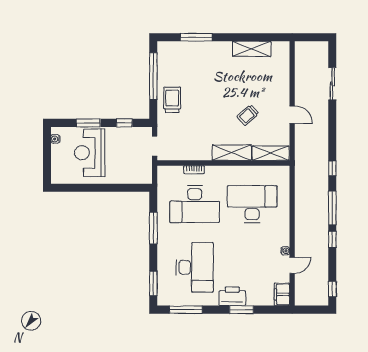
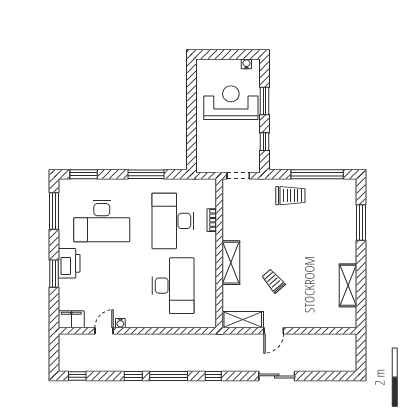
sliding door: (332, 84) -> (277, 376), moved
shelving: (271, 153) -> (243, 320), moved, turned 90
door: (292, 265) -> (104, 331), swing flipped

